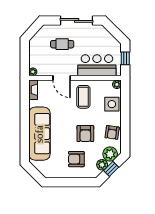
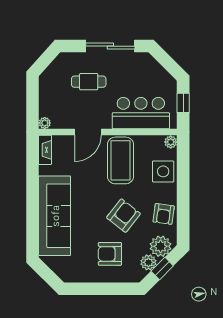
door: (62, 78) -> (88, 132), hinge flipped
coffee table: (83, 97) -> (120, 160), width x1.36, depth x1.32
armchair: (85, 134) -> (123, 216), turned -142

